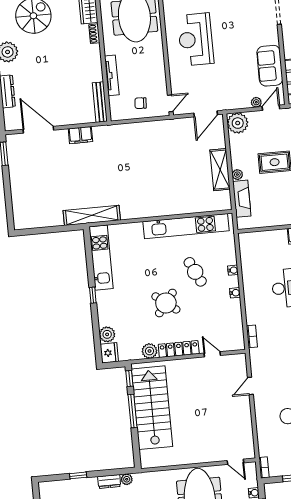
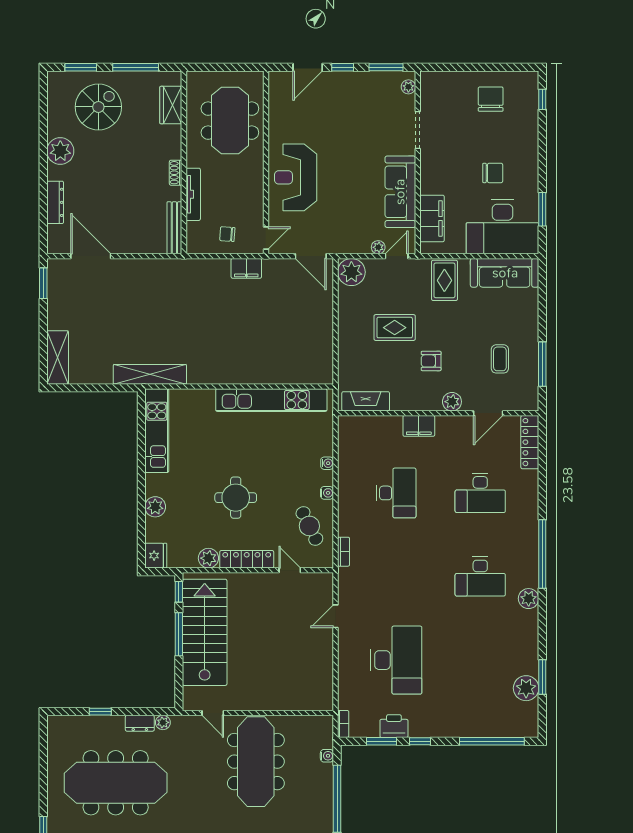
shoe rack: (94, 34) -> (176, 173), moved
reception desk: (196, 39) -> (296, 177), moved
sofa: (270, 66) -> (400, 192), width x1.36
door: (206, 114) -> (311, 256), hinge flipped
filing cabinet: (80, 135) -> (246, 268), moved
shelving: (220, 170) -> (58, 357), moved
plant: (237, 175) -> (345, 339), removed
fireplace: (242, 199) -> (366, 401), moved, turned -90
cafe table: (195, 272) -> (309, 526), moved
window: (93, 295) -> (141, 479), removed
round table: (166, 303) -> (236, 498), turned -38
plant: (107, 334) -> (155, 507), moved
door: (235, 462) -> (213, 713), moved

